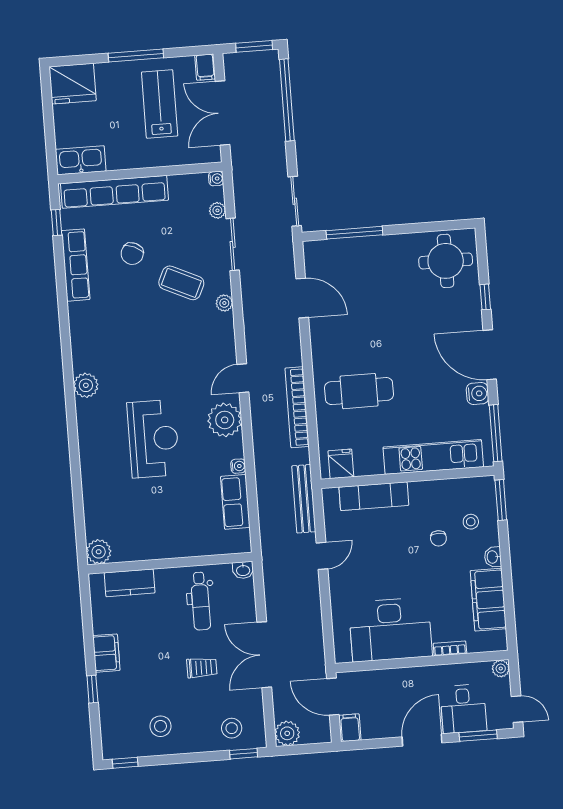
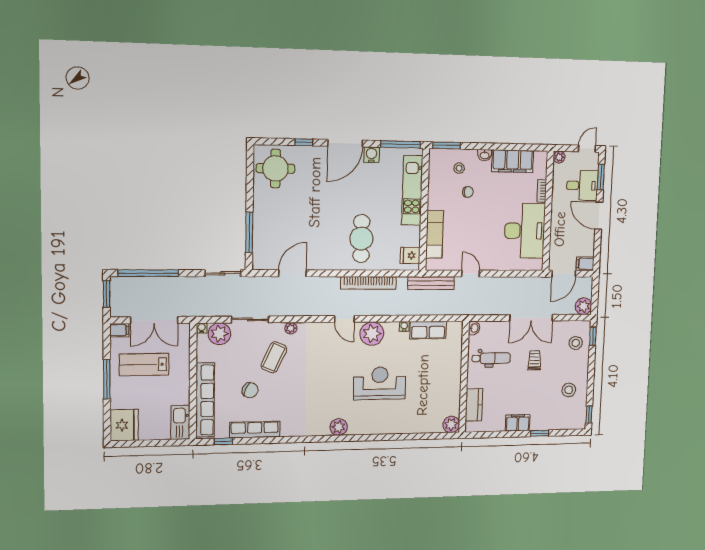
plant: (217, 210) -> (219, 334), width x1.88, depth x1.88

